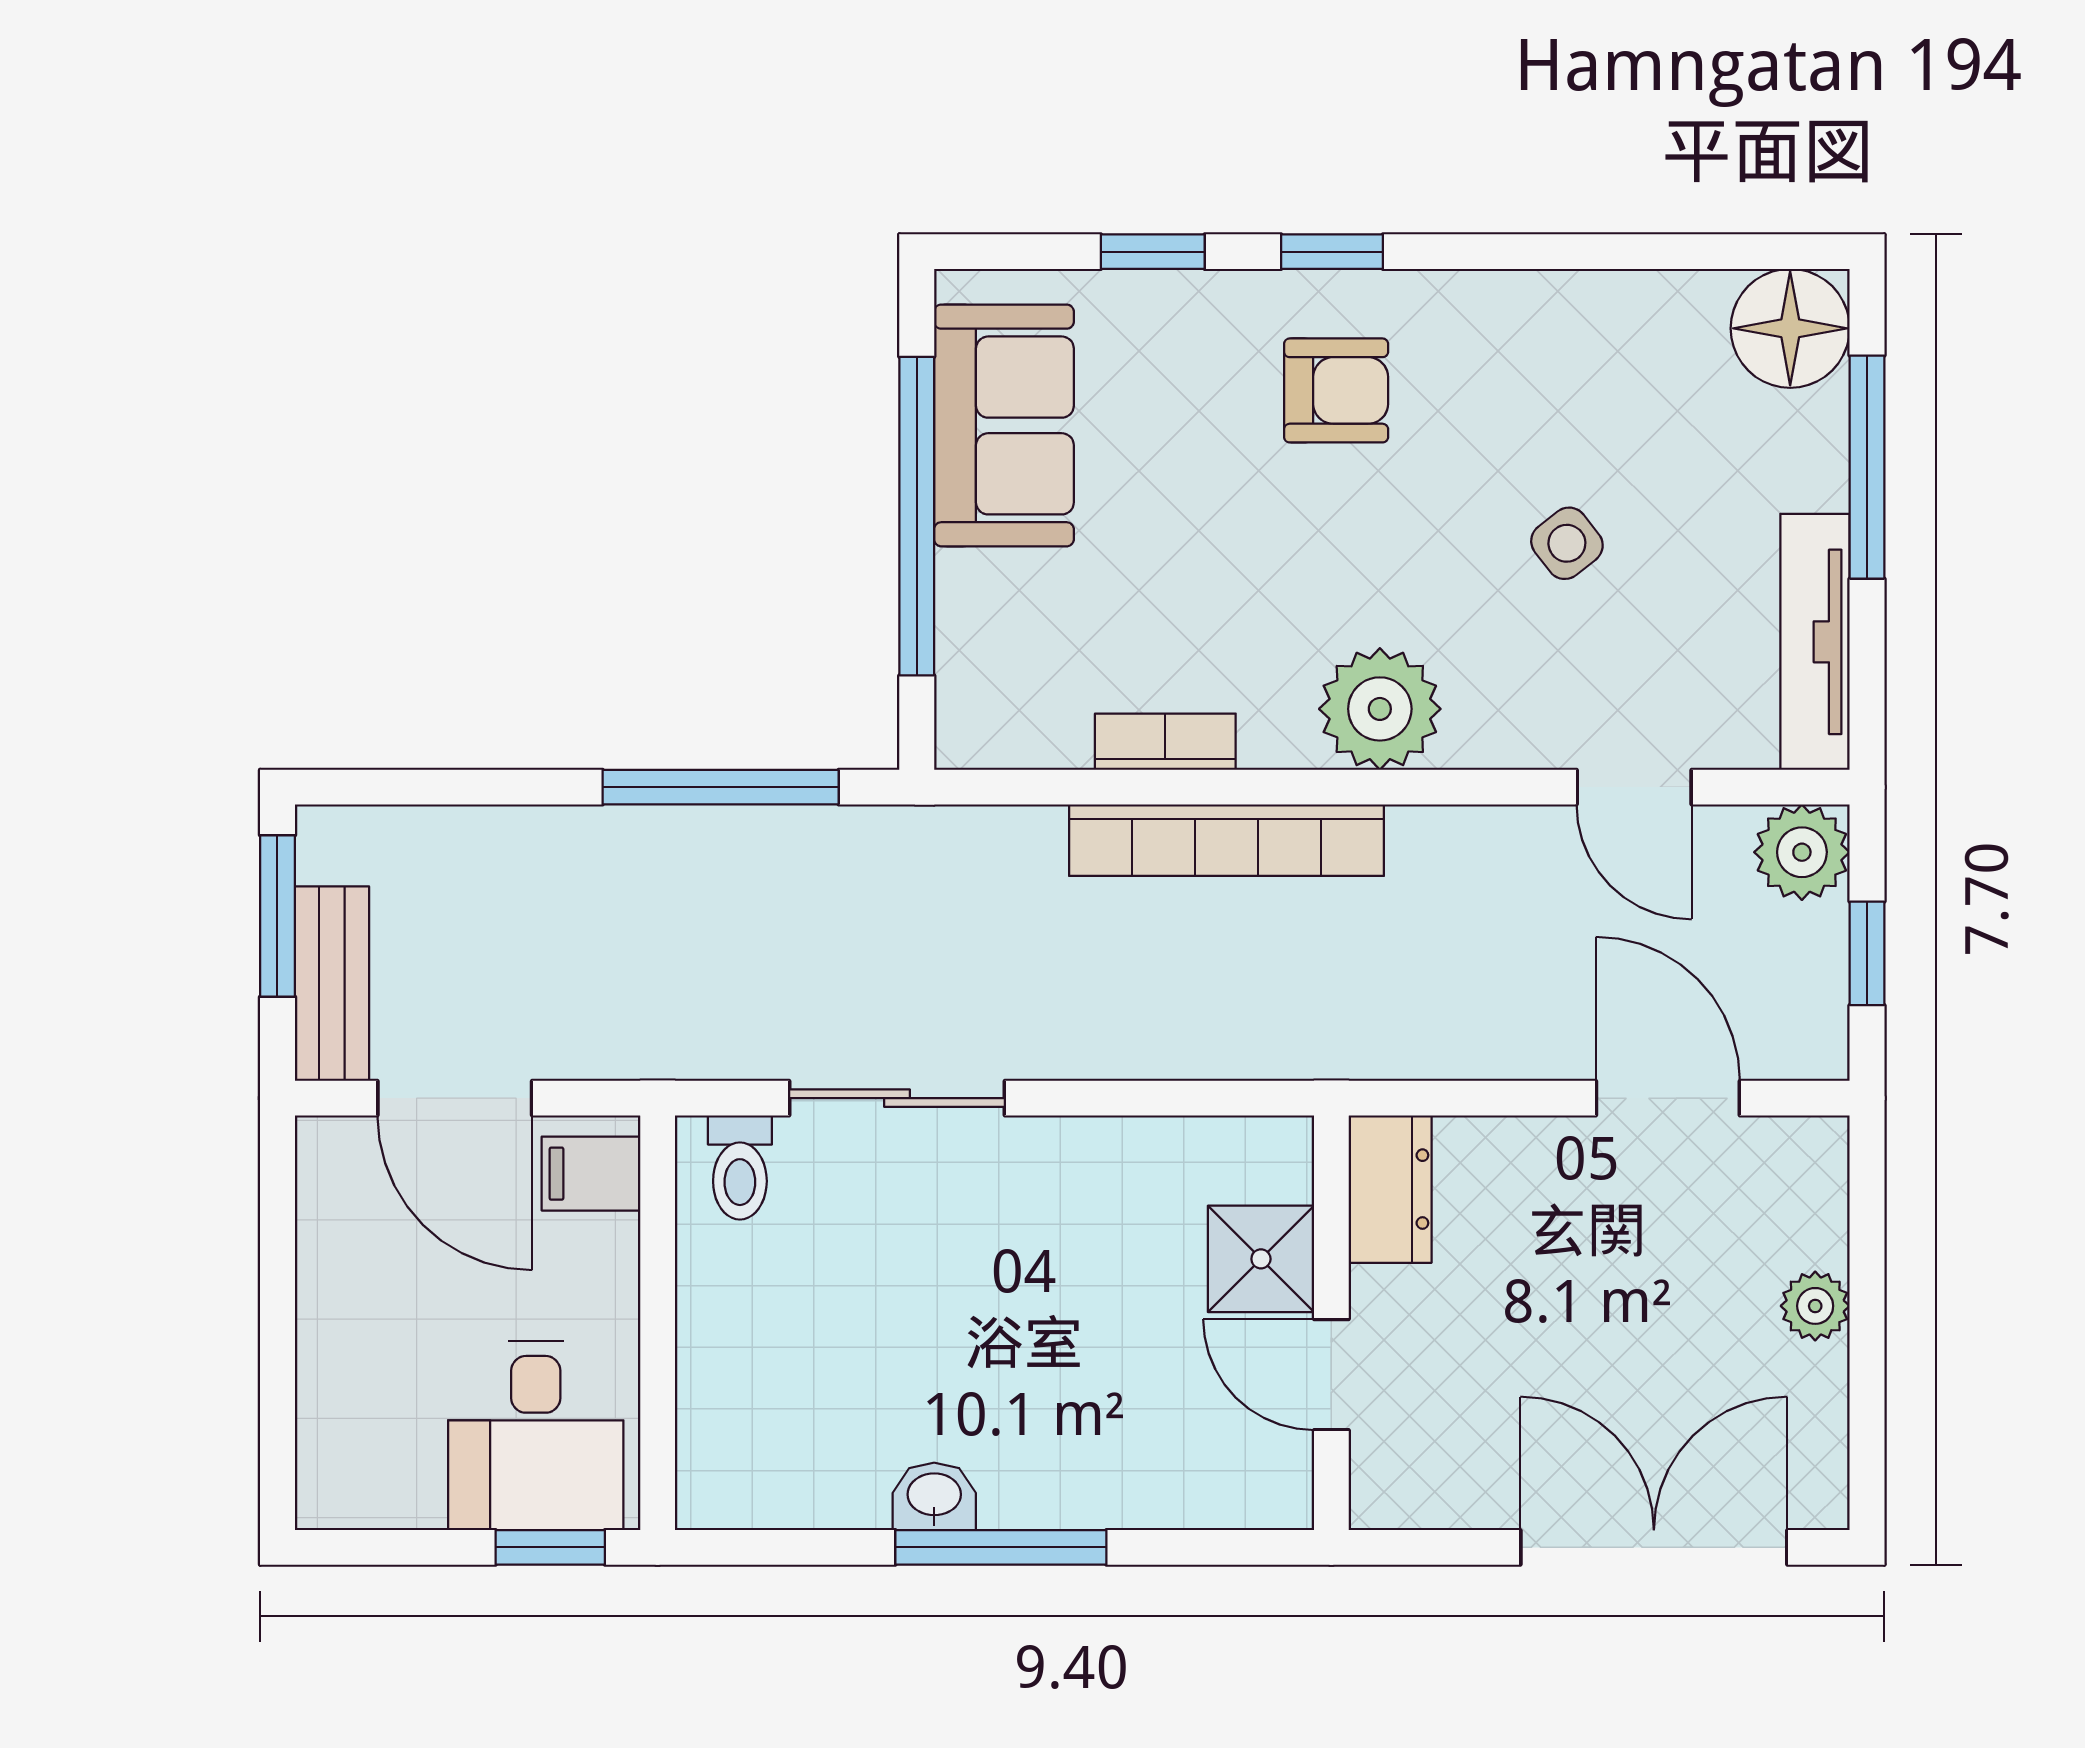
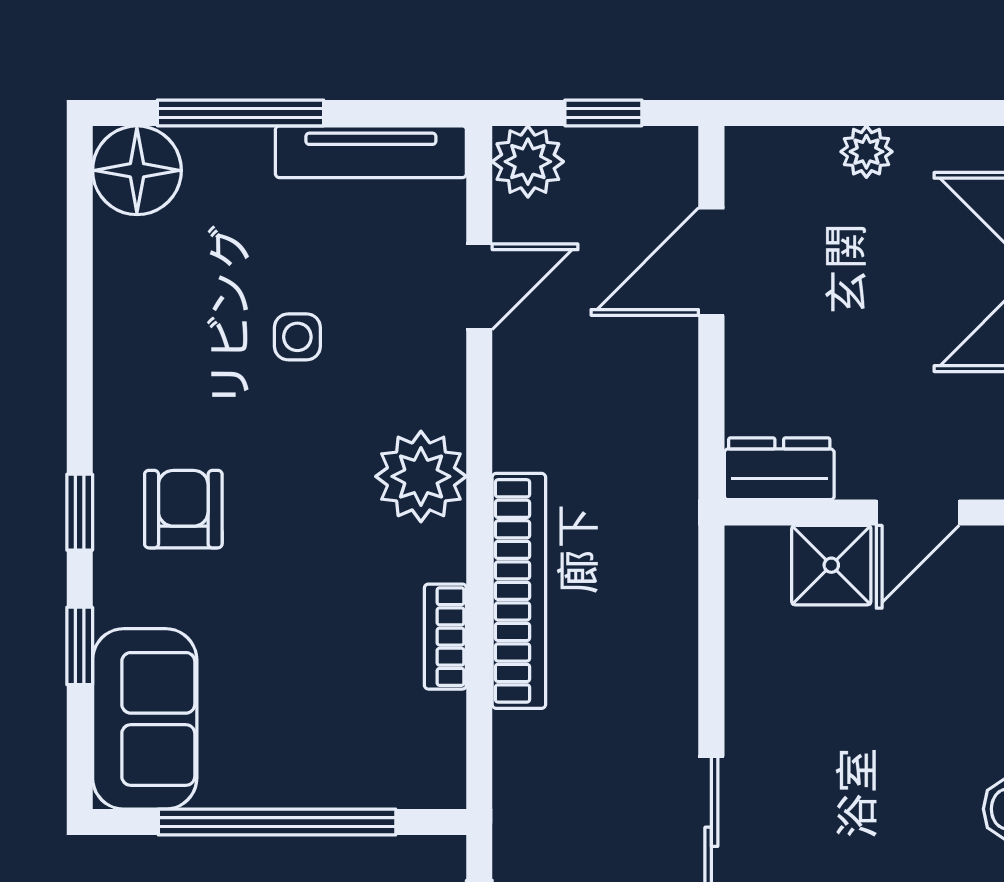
sofa: (1004, 425) -> (145, 719), moved, turned 90
side table: (1567, 543) -> (297, 337), turned 38

